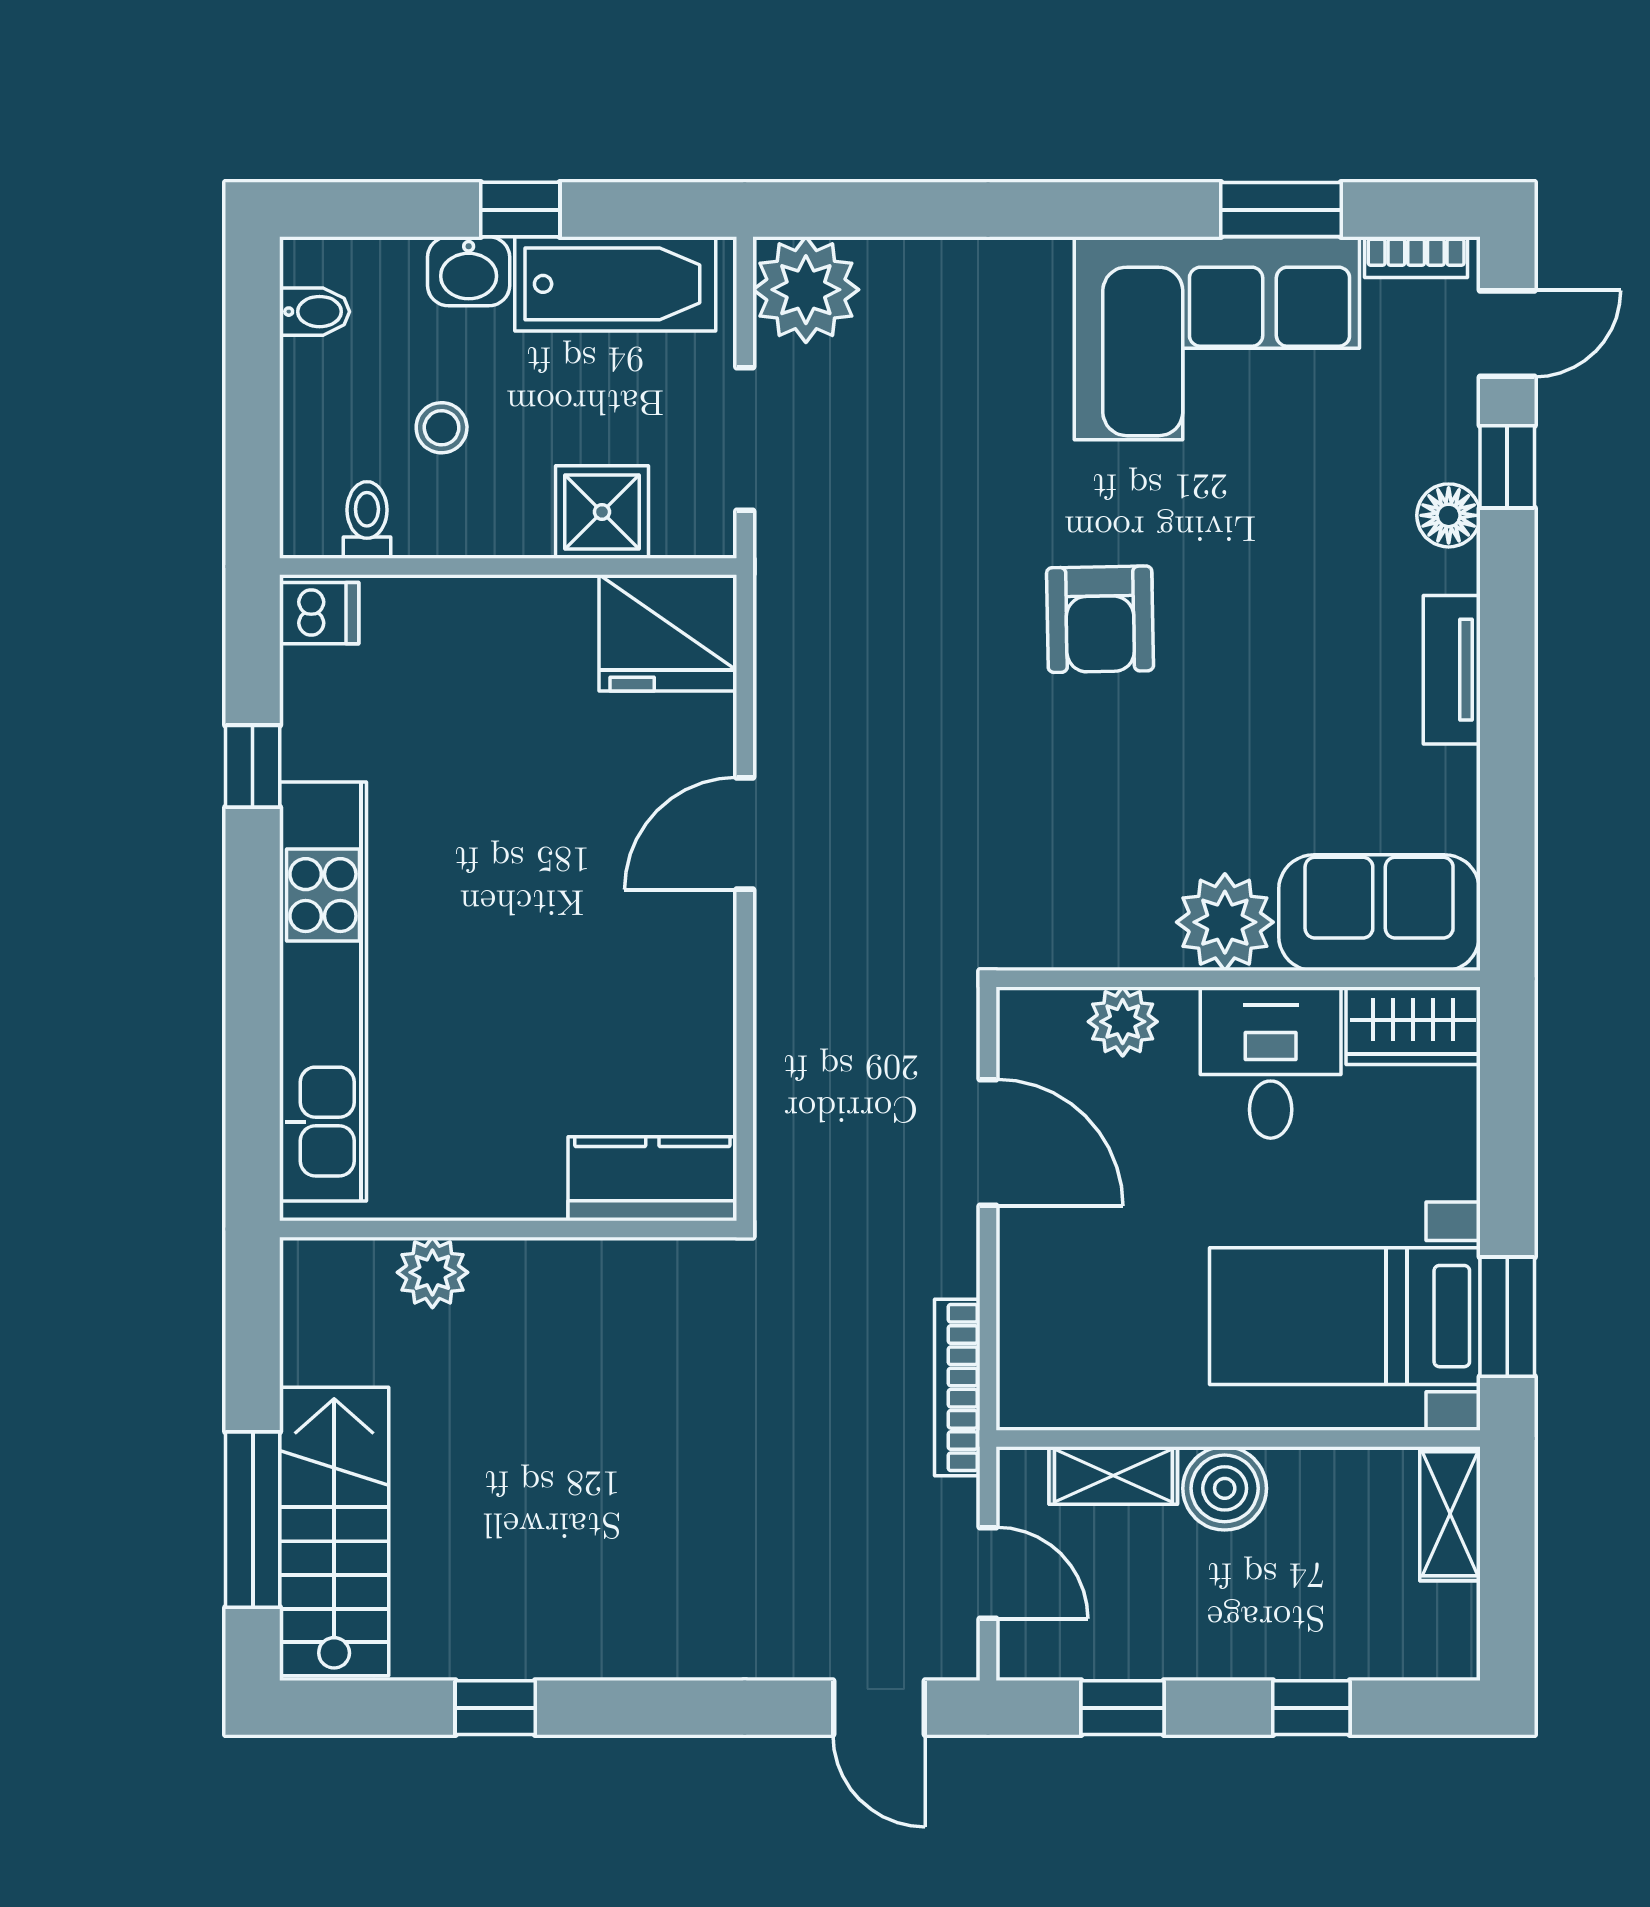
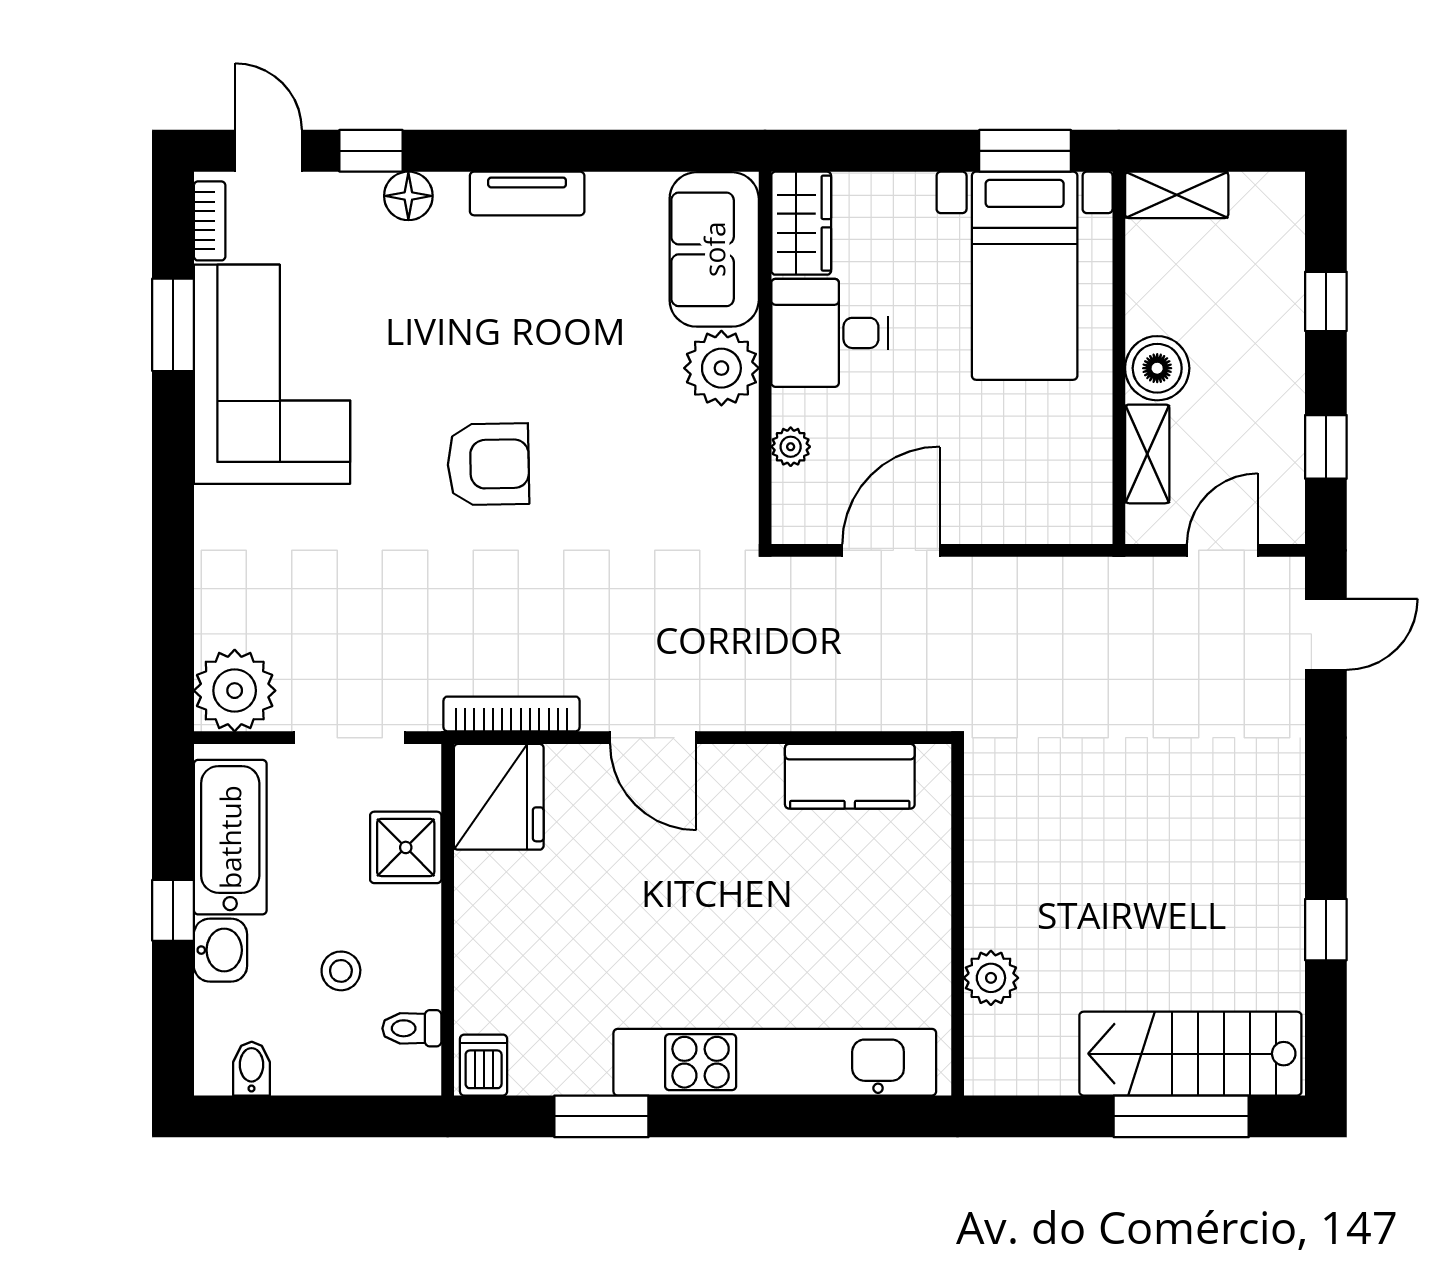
window: (253, 766) -> (601, 1116), width x1.50
plant: (1123, 1022) -> (791, 447), width x0.73, depth x0.73
kitchen counter: (652, 1179) -> (850, 776), moved, turned -90
bookcase: (957, 1388) -> (511, 714), moved, turned 180

